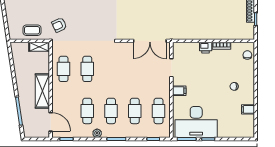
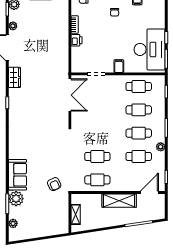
coffee table: (32, 30) -> (59, 211), removed
shelving: (39, 47) -> (76, 214), moved

